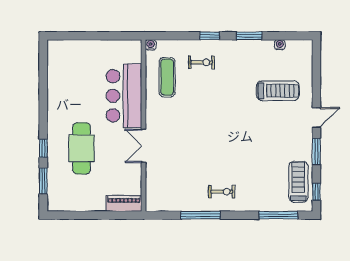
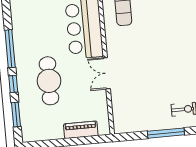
window: (43, 110) -> (10, 49), added
piano: (124, 203) -> (81, 130), moved

